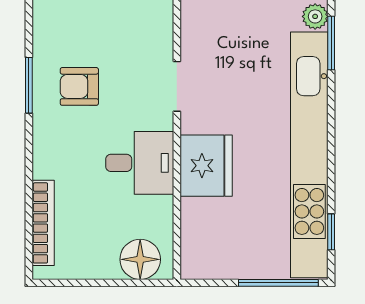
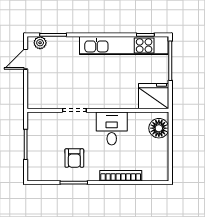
kitchen unit: (309, 155) -> (124, 46), width x0.73
fridge: (206, 166) -> (154, 96), moved
bookcase: (43, 223) -> (121, 176), moved

